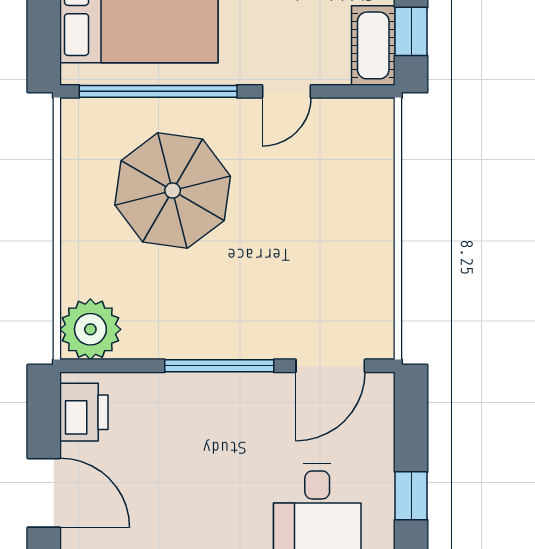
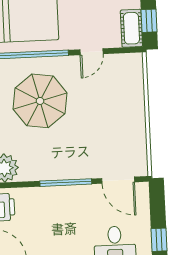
door: (330, 366) -> (118, 180), hinge flipped

